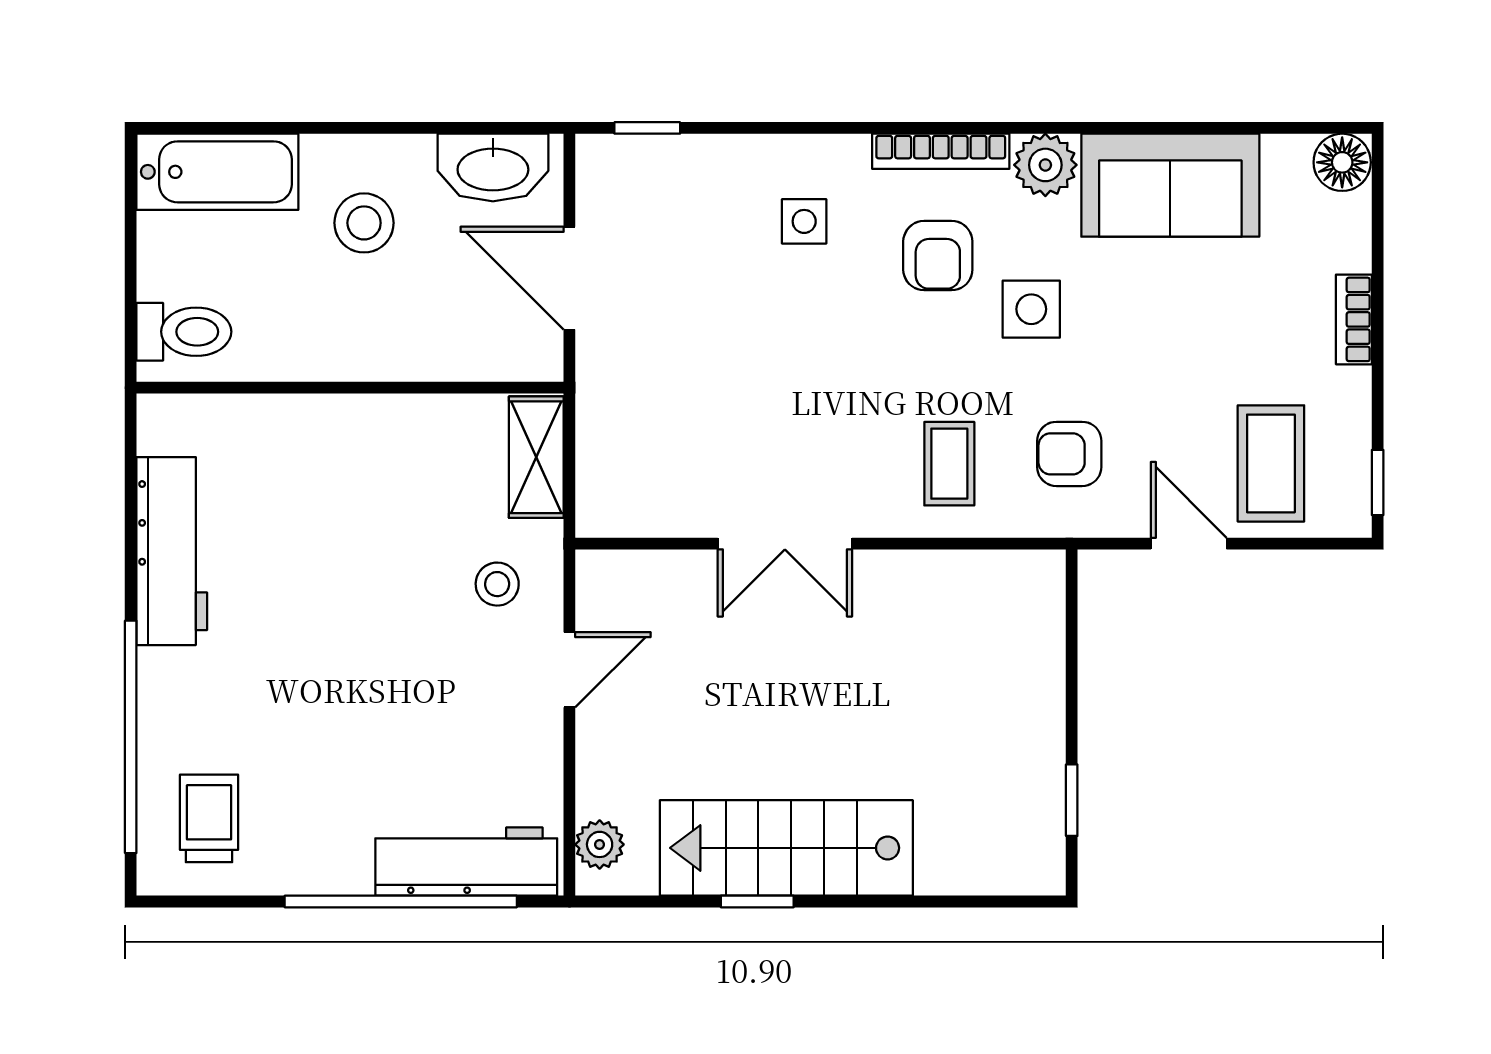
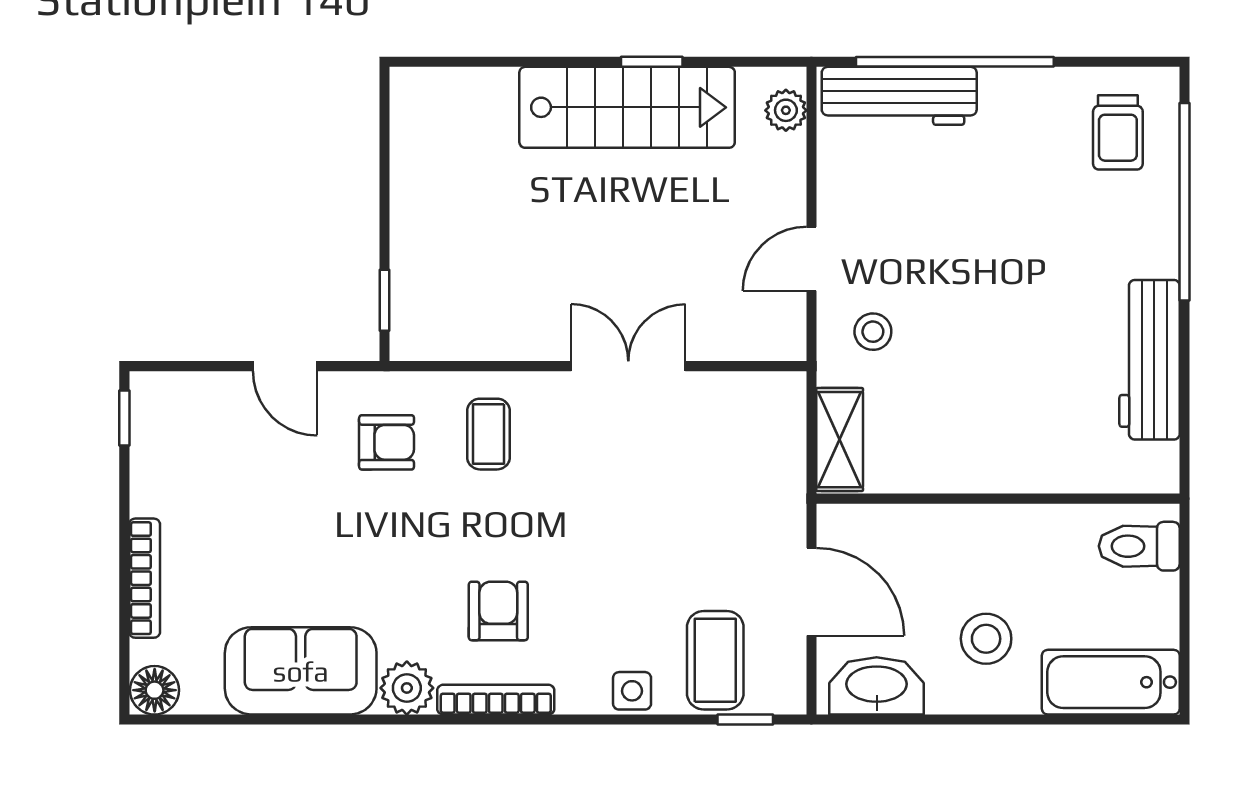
side table: (804, 221) -> (632, 691), moved
side table: (1031, 309) -> (419, 565), removed
bookcase: (1354, 319) -> (145, 578), width x1.56
coffee table: (1271, 463) -> (715, 660), moved
window: (1072, 800) -> (384, 300), moved

